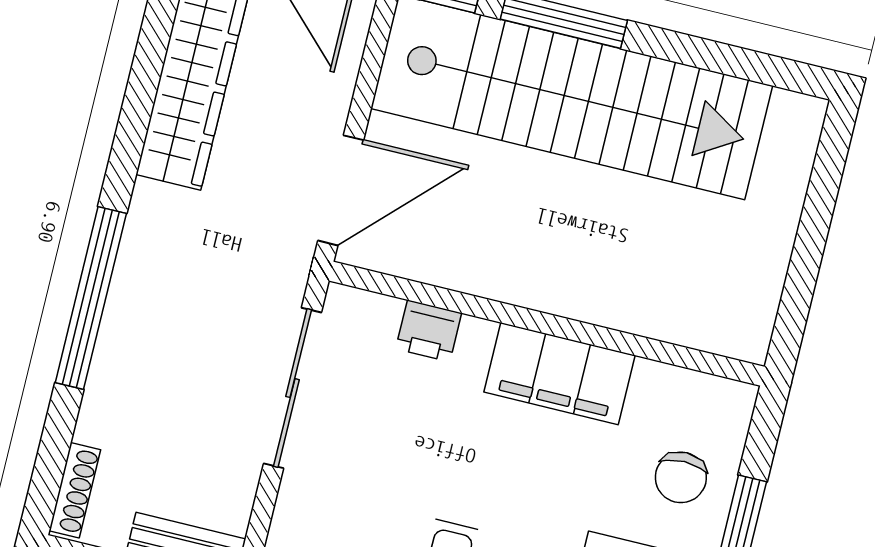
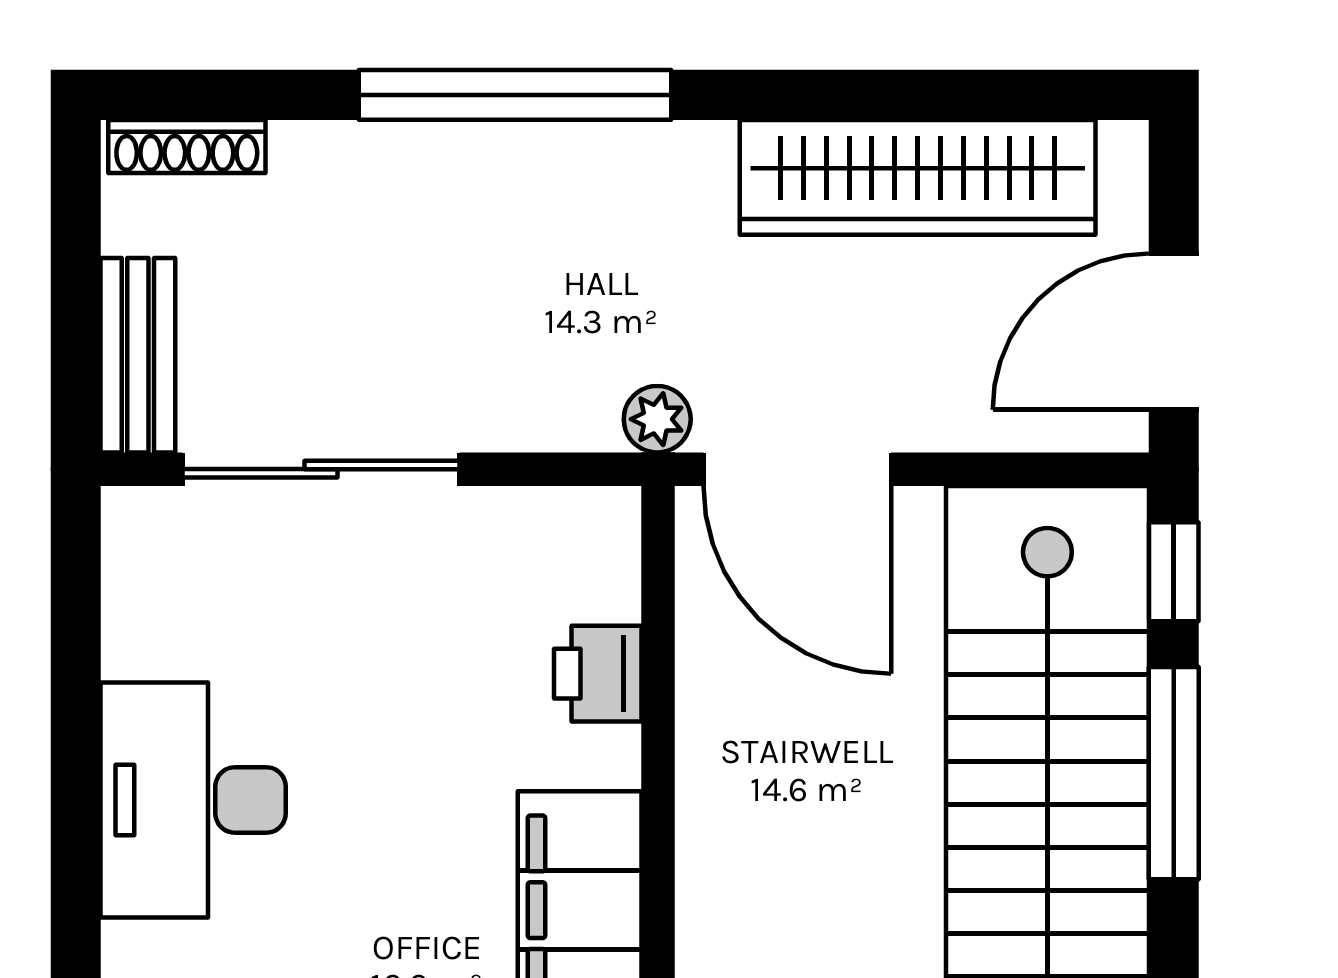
plant: (293, 262) -> (657, 419), added
sliding door: (293, 388) -> (321, 469), moved

